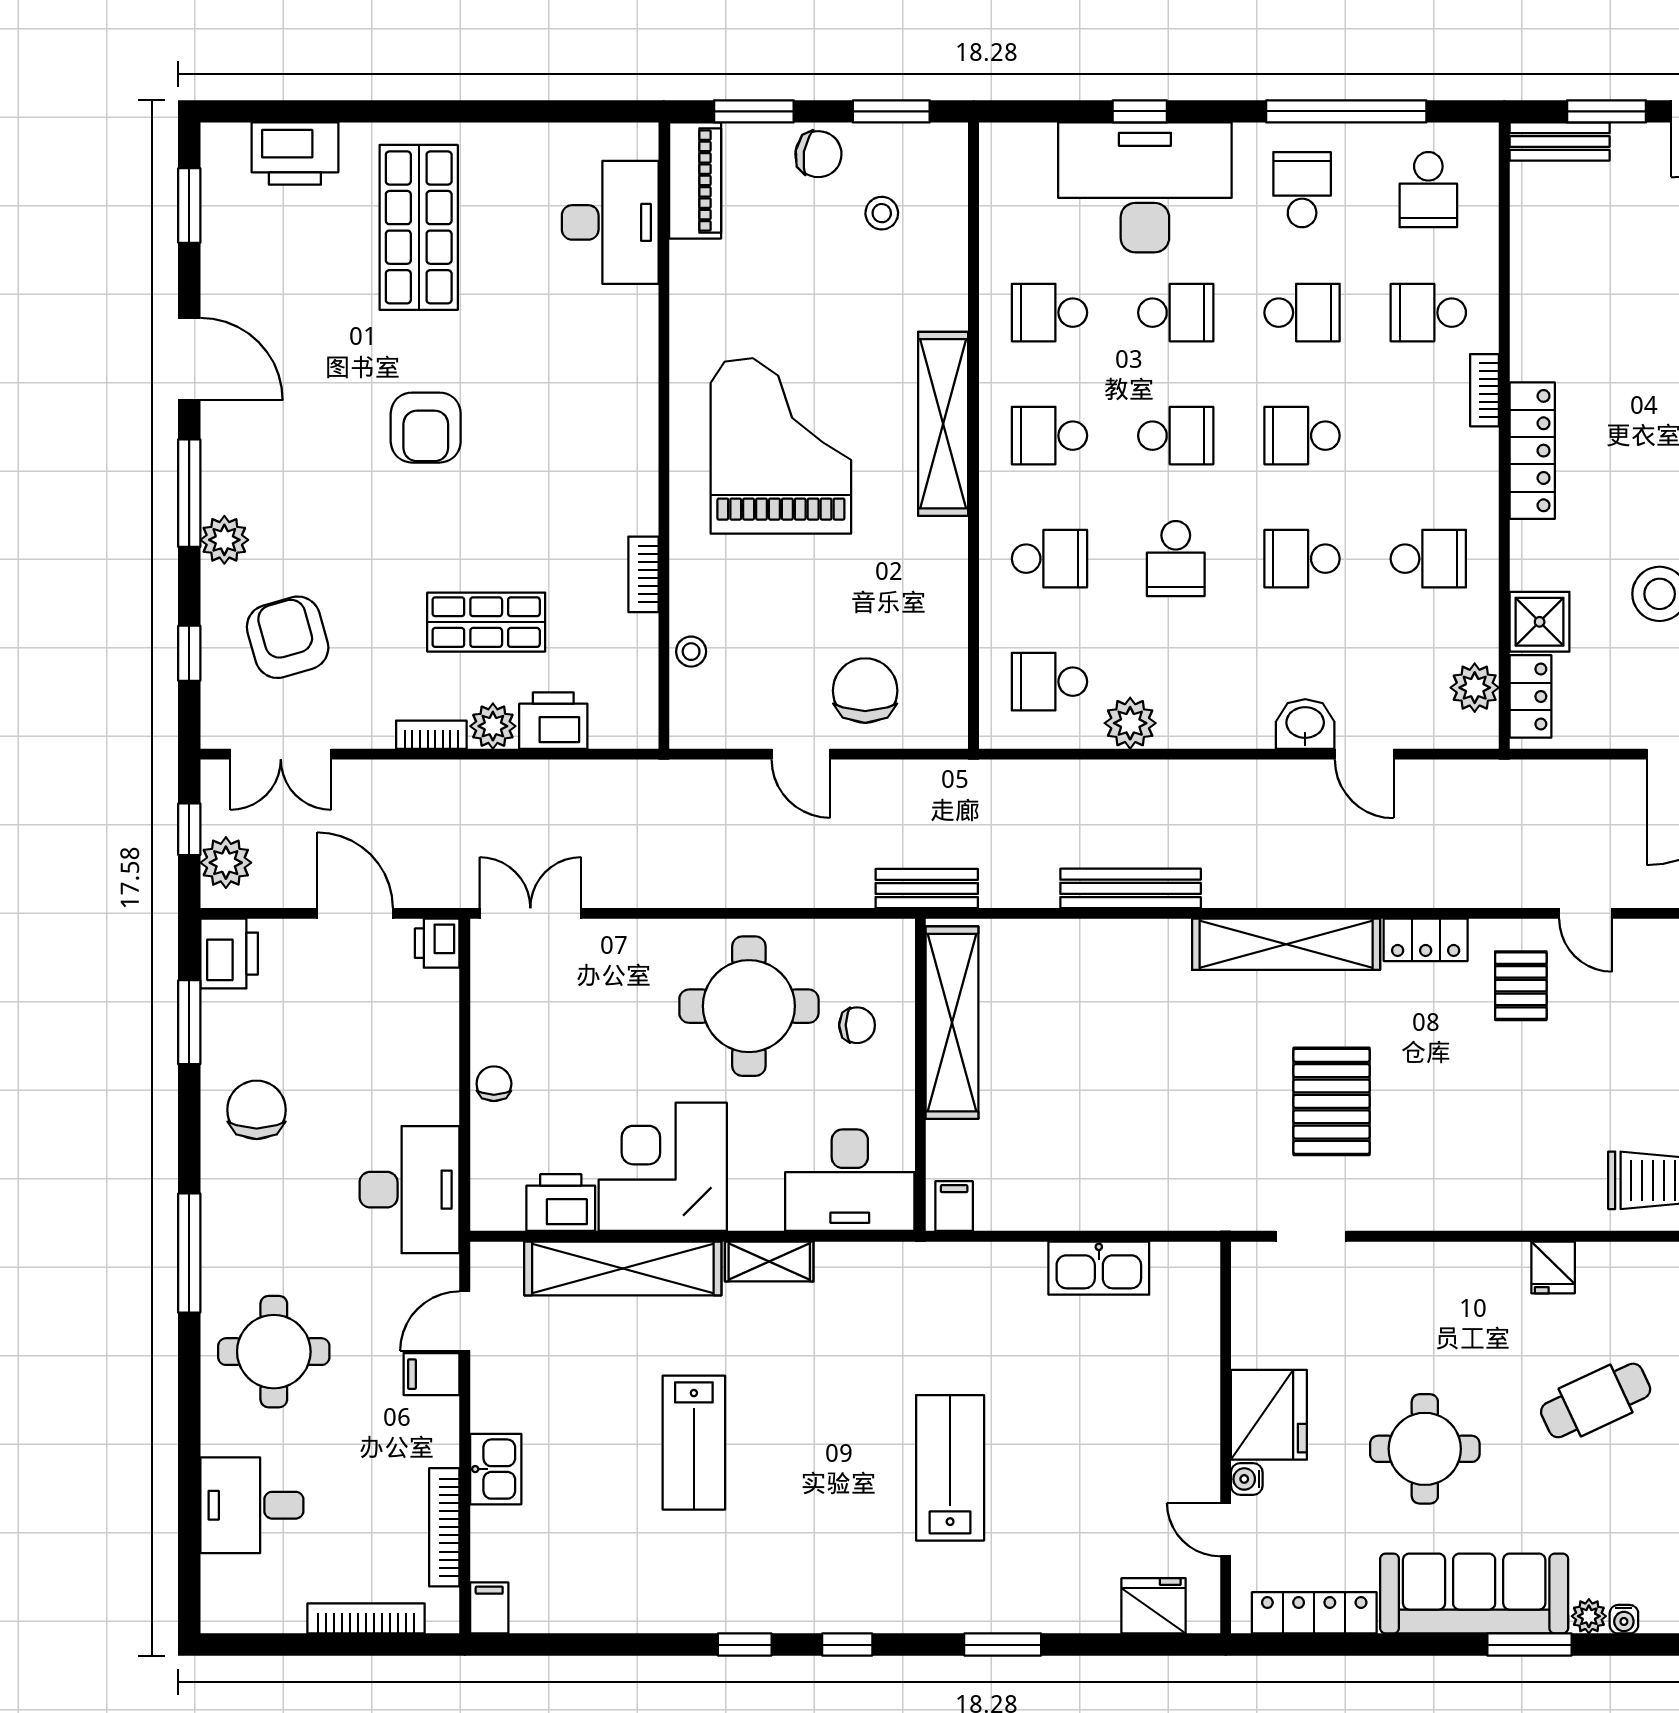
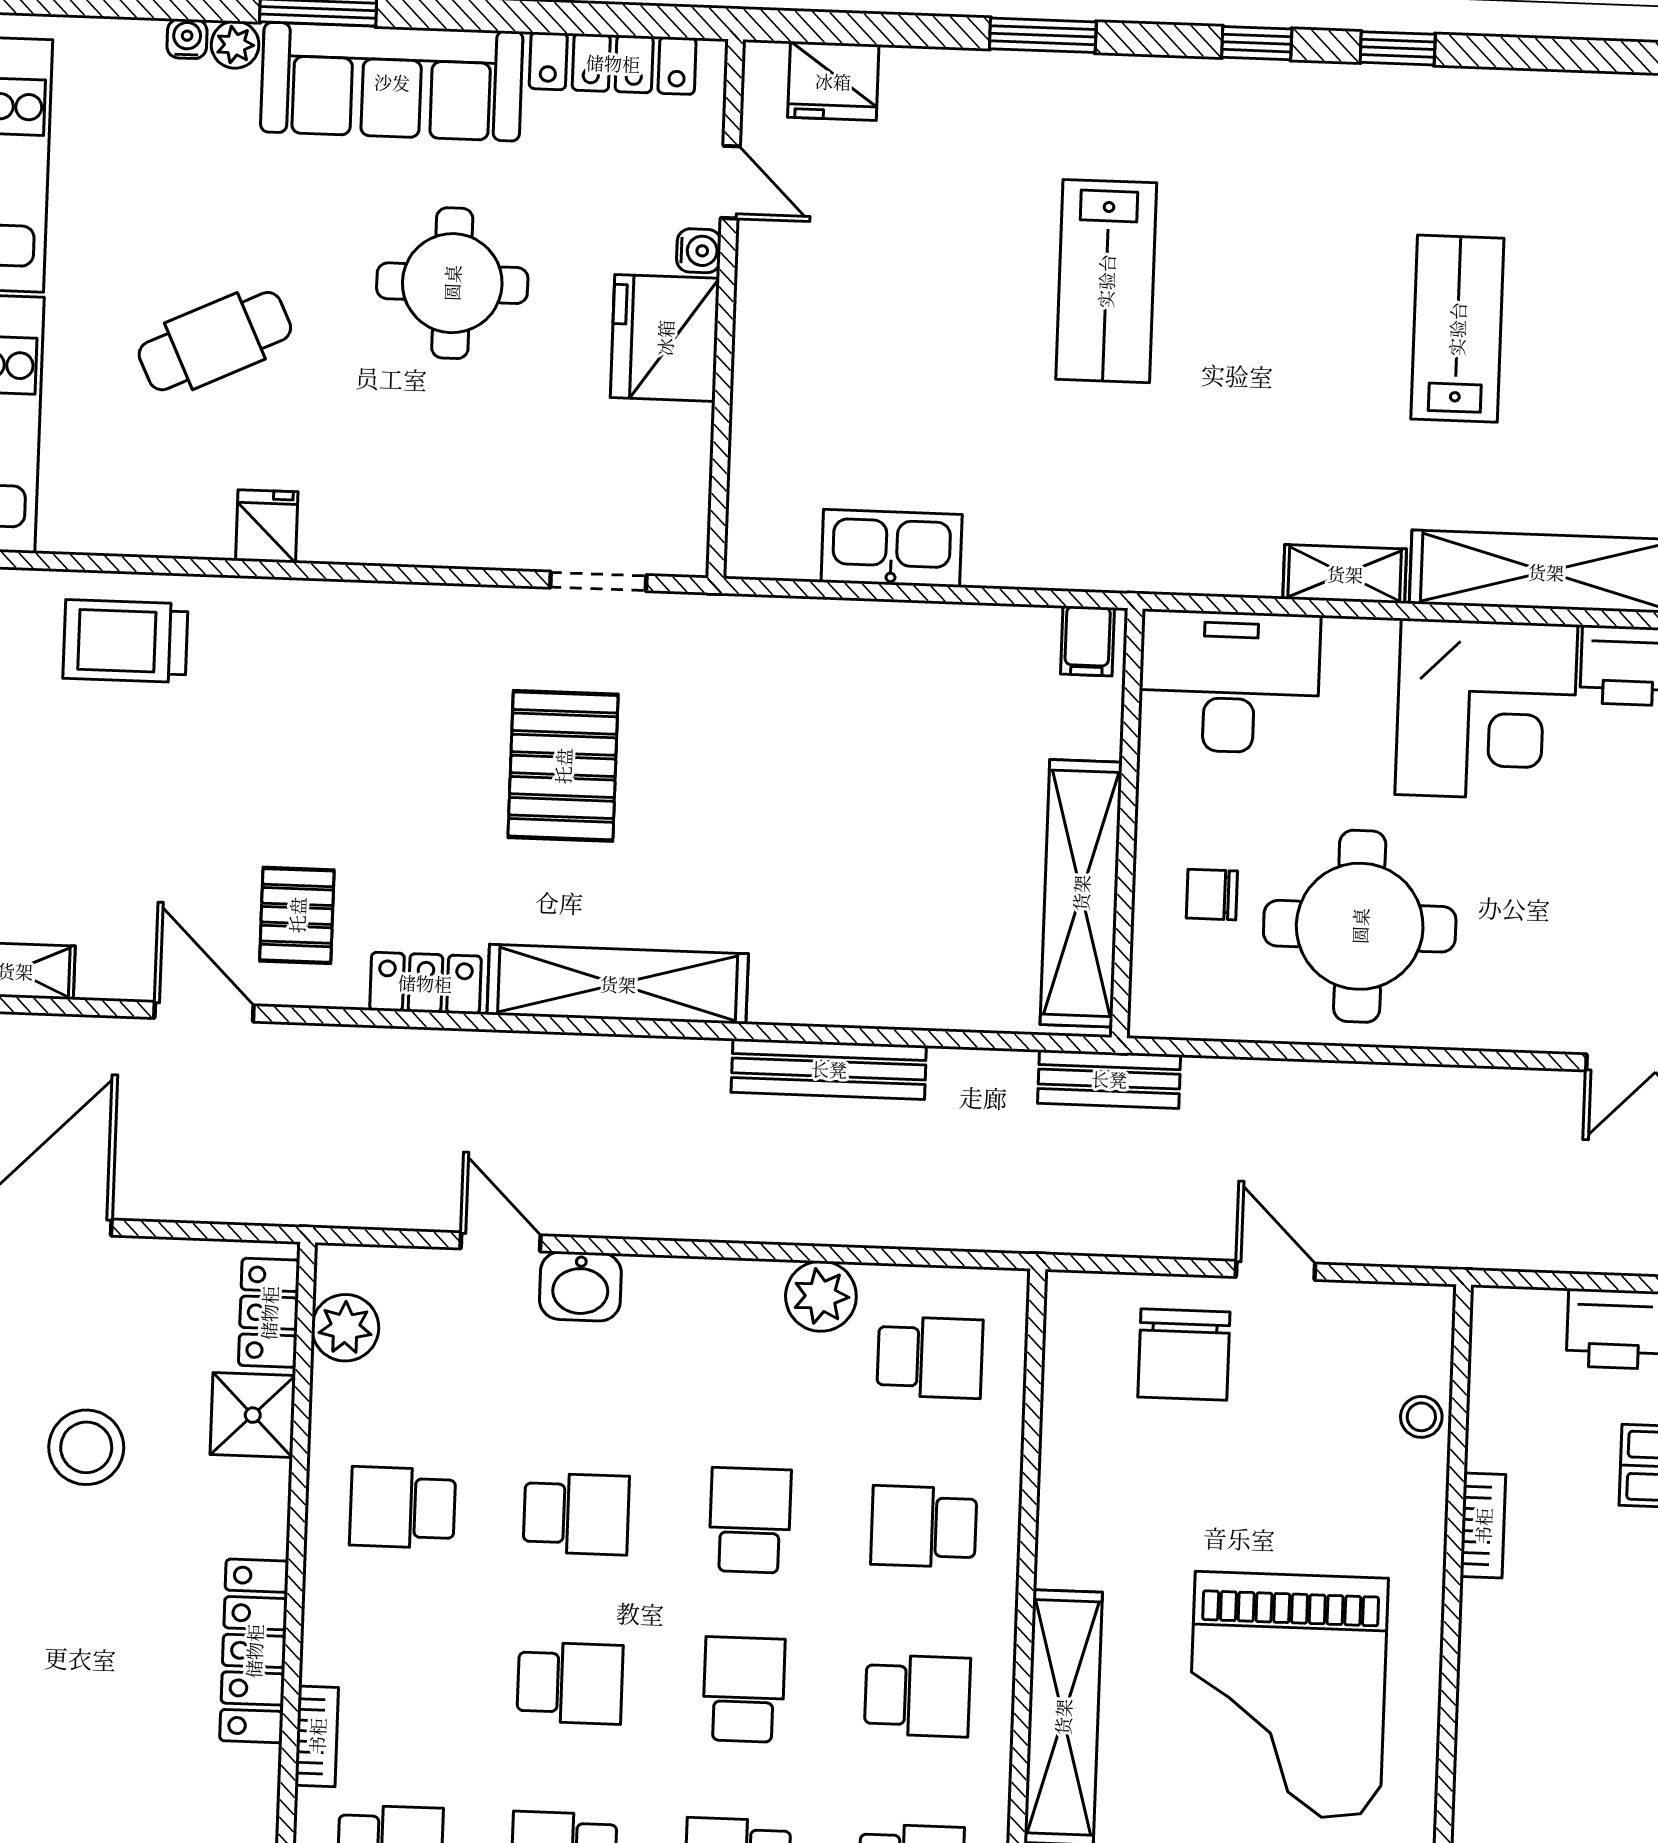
school desk: (1176, 436) -> (744, 1689), turned 90
door: (1586, 913) -> (204, 1012), width x1.38

